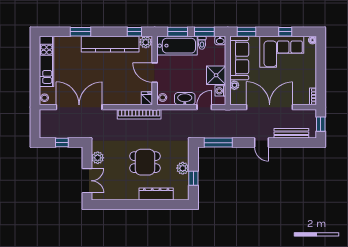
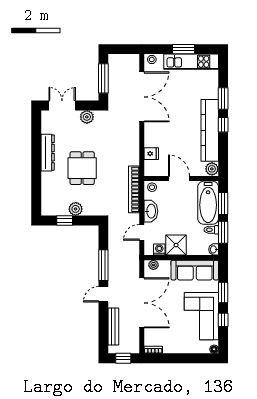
window: (134, 32) -> (223, 125), moved
window: (246, 32) -> (223, 292), moved
window: (35, 68) -> (183, 49), added
door: (155, 73) -> (179, 179), hinge flipped
plant: (234, 85) -> (153, 265), moved
fridge: (147, 98) -> (151, 154), moved
door: (204, 107) -> (142, 232), swing flipped
bookcase: (139, 114) -> (134, 189), moved
window: (62, 143) -> (103, 78), width x2.17
window: (218, 143) -> (103, 265), moved
double door: (87, 181) -> (62, 105), swing flipped
dresser: (156, 194) -> (48, 153), moved

